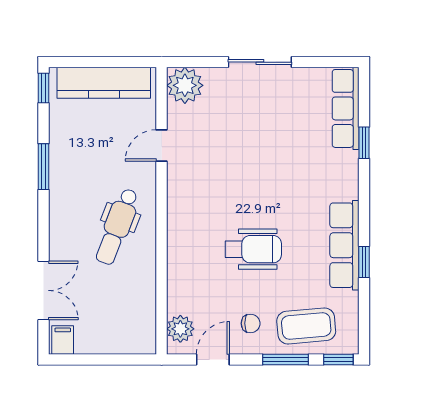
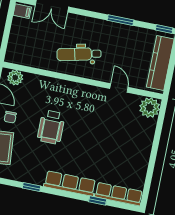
sliding door: (260, 62) -> (154, 152), removed
dental chair: (117, 227) -> (79, 54), turned -34
row of seats: (344, 245) -> (70, 184), moved

